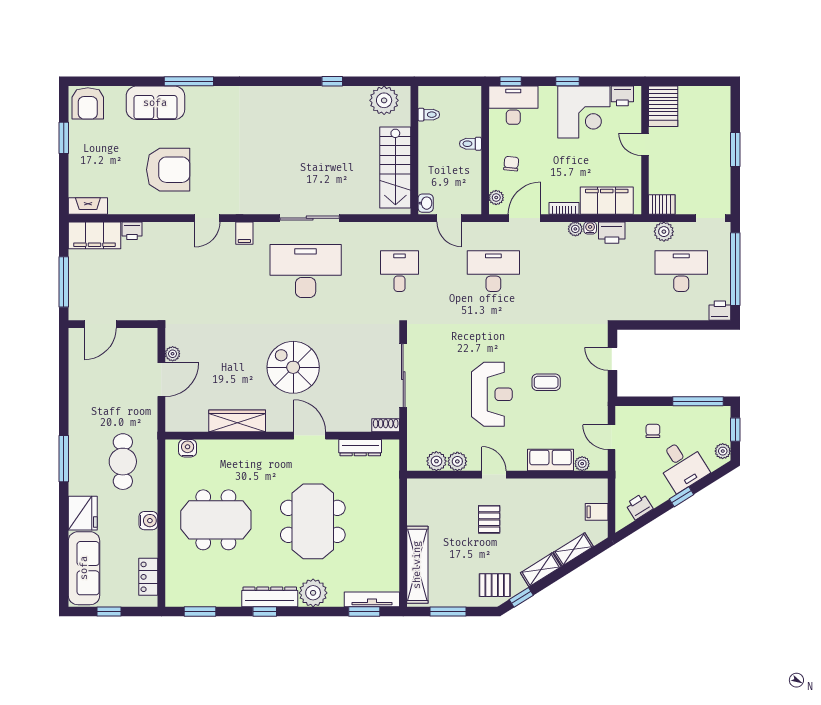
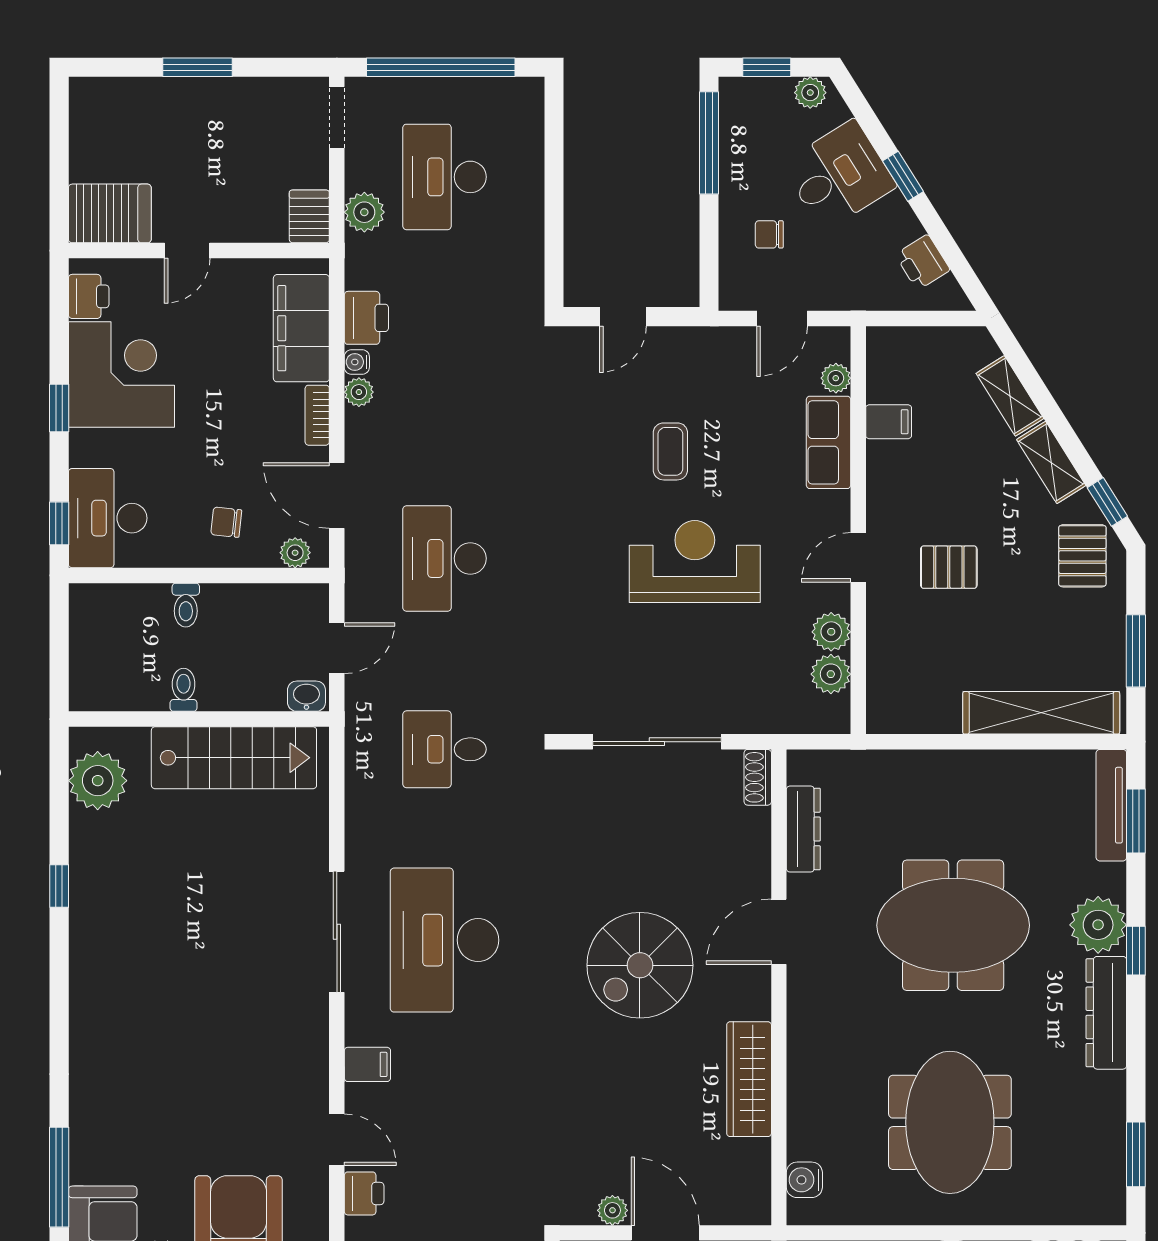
toilet: (429, 115) -> (184, 690), moved
printer: (720, 311) -> (364, 1193), moved, turned 180
filing cabinet: (597, 512) -> (889, 422), moved, turned -90
window: (265, 611) -> (1136, 951), moved

